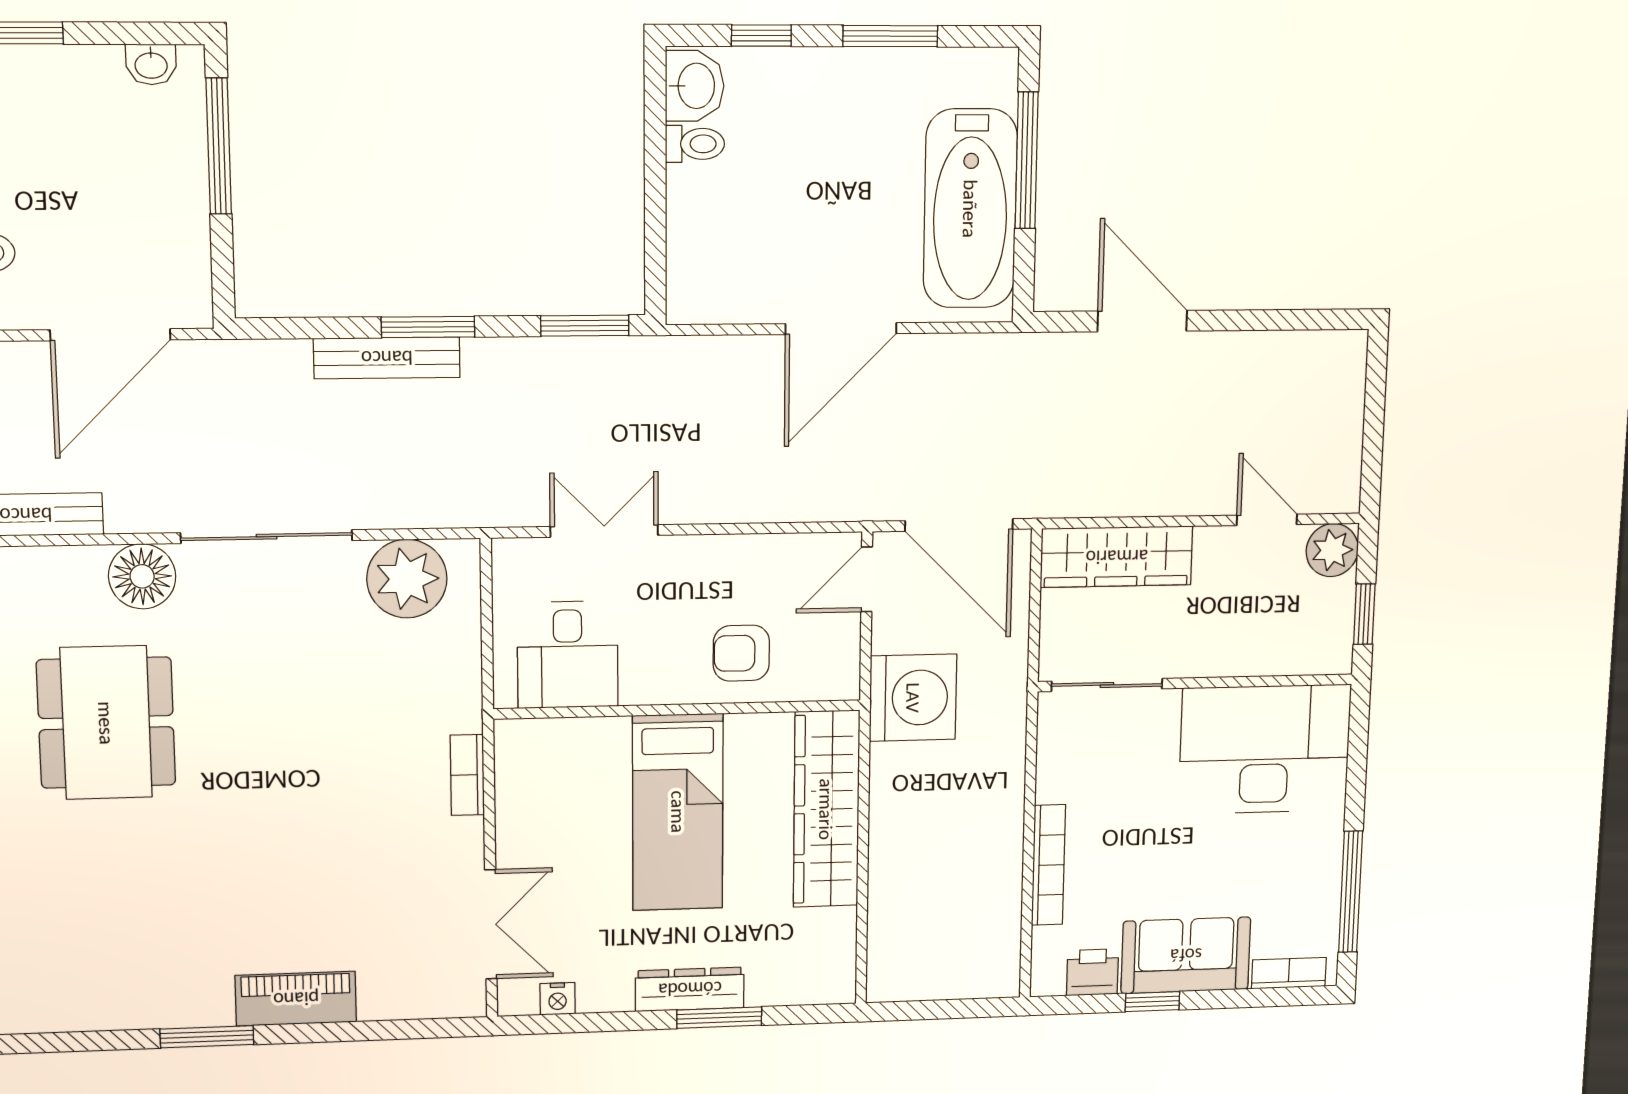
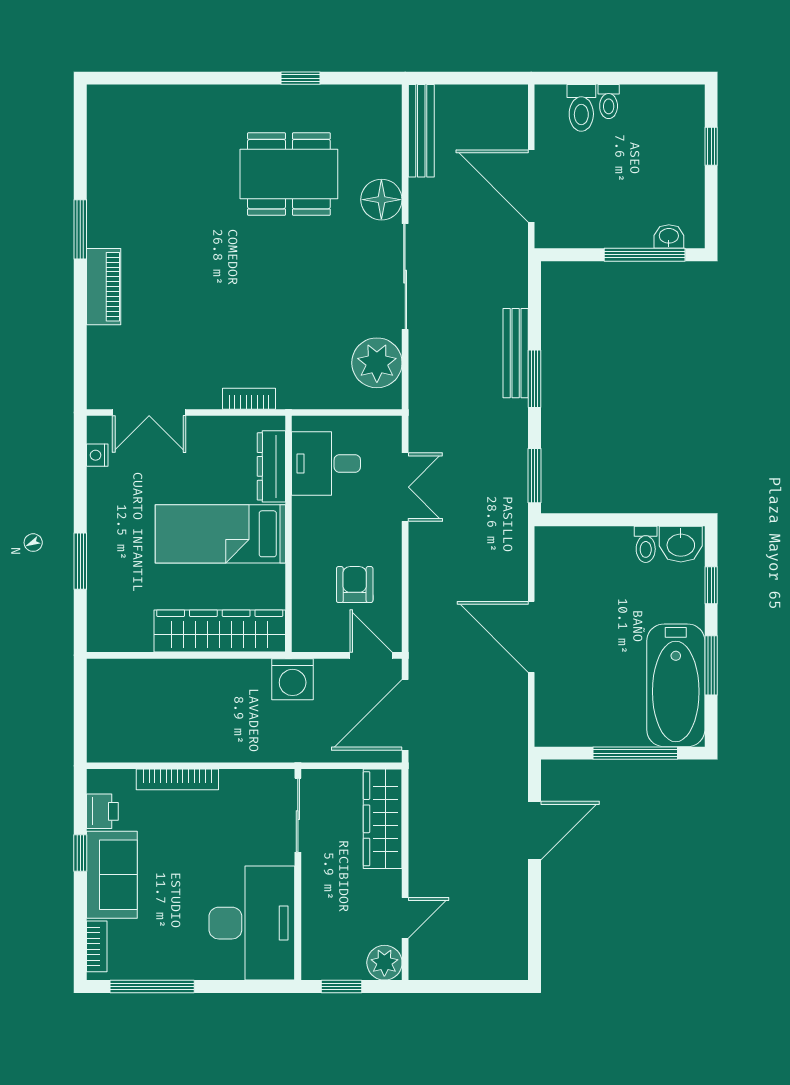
washbasin: (151, 64) -> (669, 237), moved, turned 90
bathtub: (970, 209) -> (676, 685), moved, turned -90
armchair: (741, 653) -> (355, 585), moved
washing machine: (913, 698) -> (293, 679), width x0.73, depth x0.73
dresser: (690, 989) -> (271, 466), moved, turned 180

